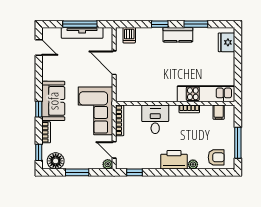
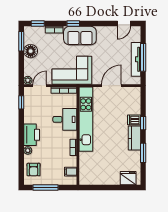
dishwasher: (129, 35) -> (134, 120), moved
kitchen unit: (206, 94) -> (86, 119), moved, width x1.36
floor lamp: (56, 161) -> (31, 51), moved
window: (77, 172) -> (21, 41), moved

